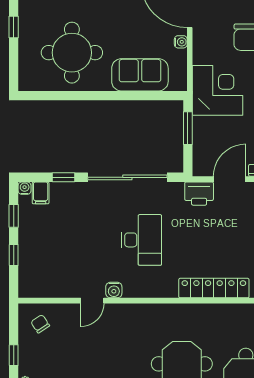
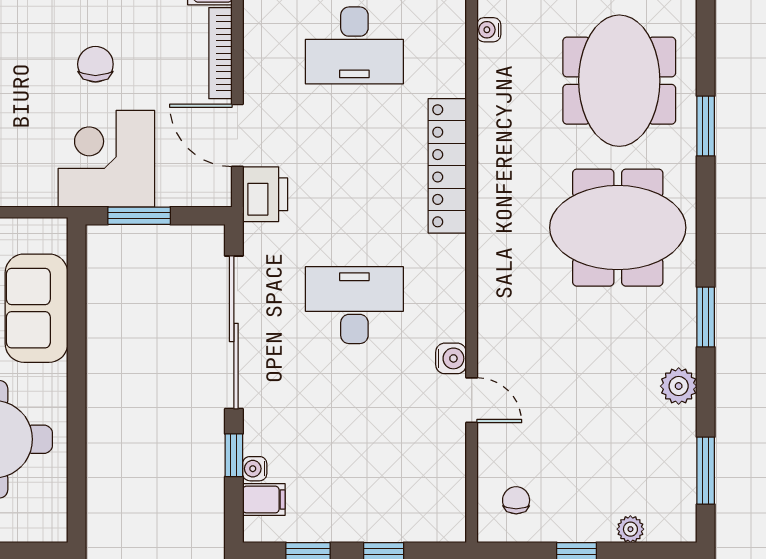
corner desk: (218, 90) -> (106, 159), moved
water cooler: (25, 188) -> (255, 469), moved
chair: (40, 324) -> (516, 500), turned 123

